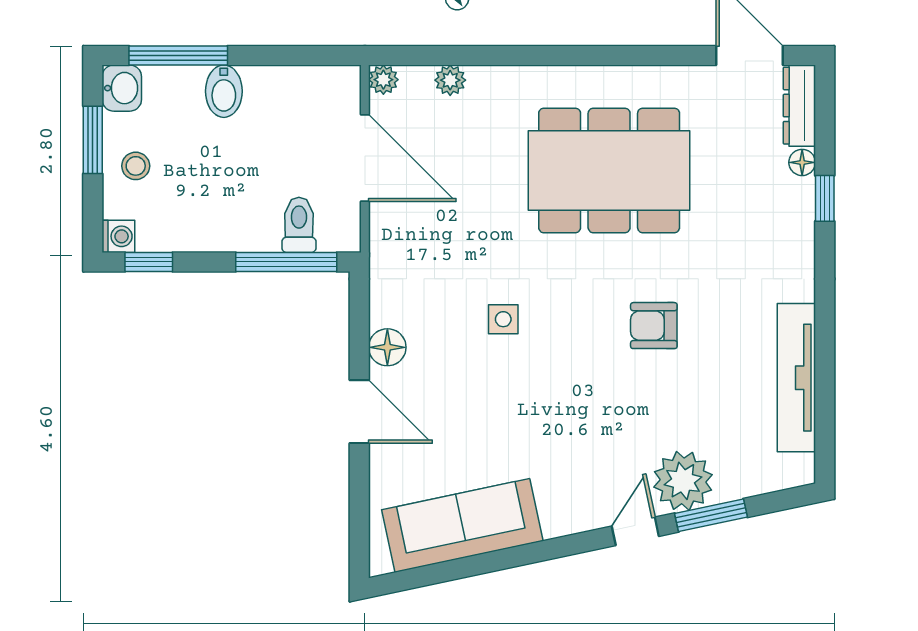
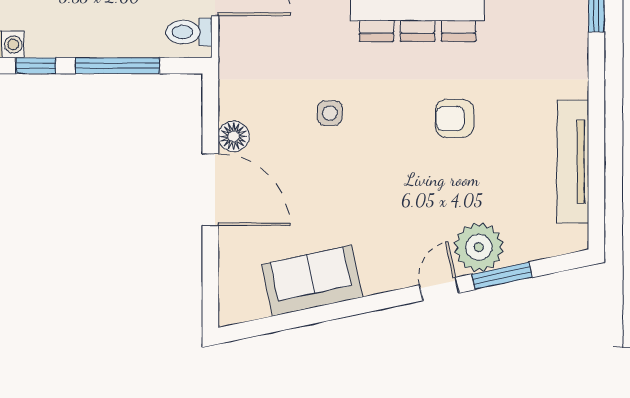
toilet: (299, 225) -> (189, 32), moved, turned -90
window: (286, 262) -> (118, 66), moved
door: (359, 412) -> (210, 190), width x1.36
sofa: (462, 525) -> (312, 281), width x0.73

